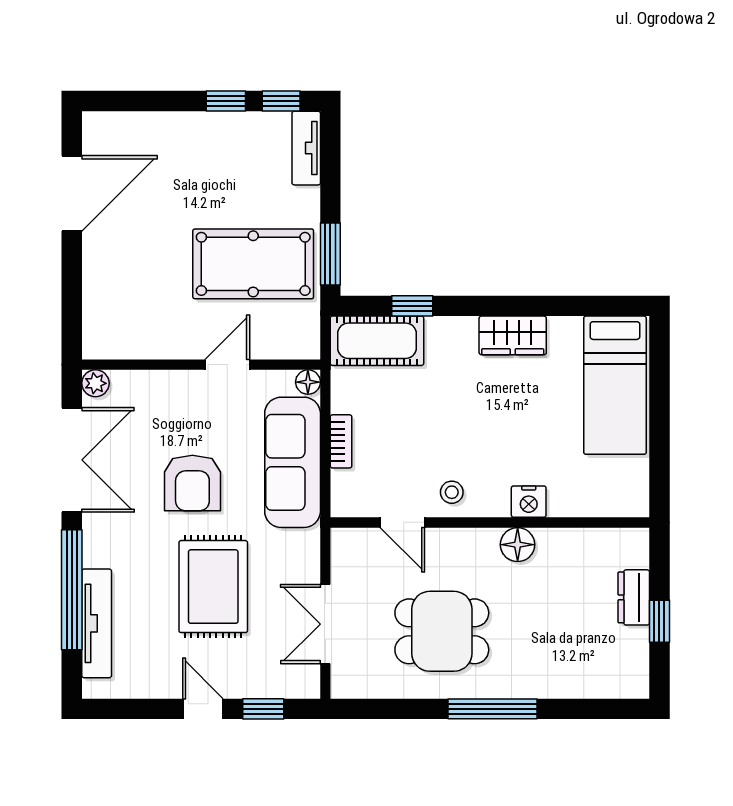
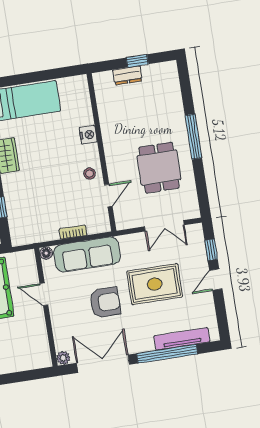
cot: (377, 341) -> (20, 222), removed
floor lamp: (518, 545) -> (110, 137), removed

